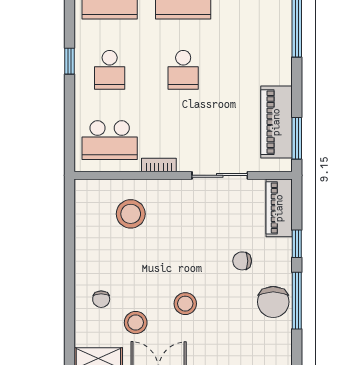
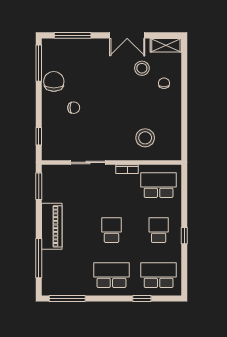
piano: (276, 122) -> (52, 226), moved
piano: (279, 208) -> (50, 142), removed
window: (297, 244) -> (39, 136), moved
window: (297, 301) -> (39, 63), moved
stool: (185, 304) -> (110, 80), removed

